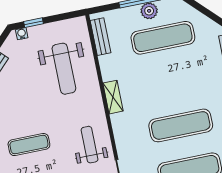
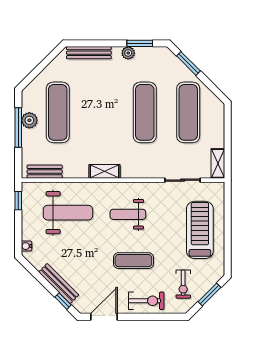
window: (33, 23) -> (18, 201), moved
exercise mat: (29, 145) -> (133, 261), turned 90
weight bench: (90, 145) -> (128, 214), moved

